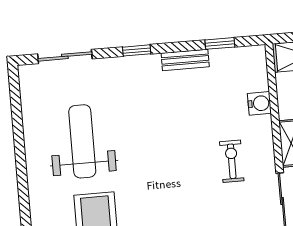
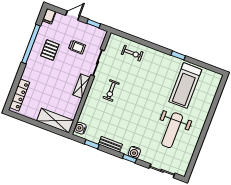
water cooler: (133, 66) -> (134, 152), added
water cooler: (259, 103) -> (80, 128), moved

